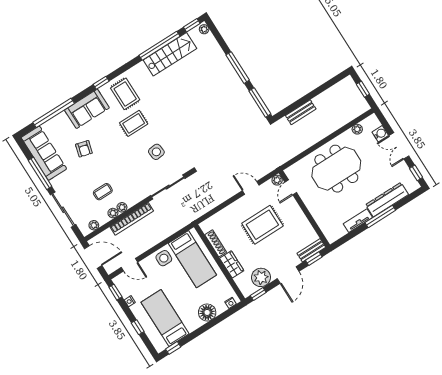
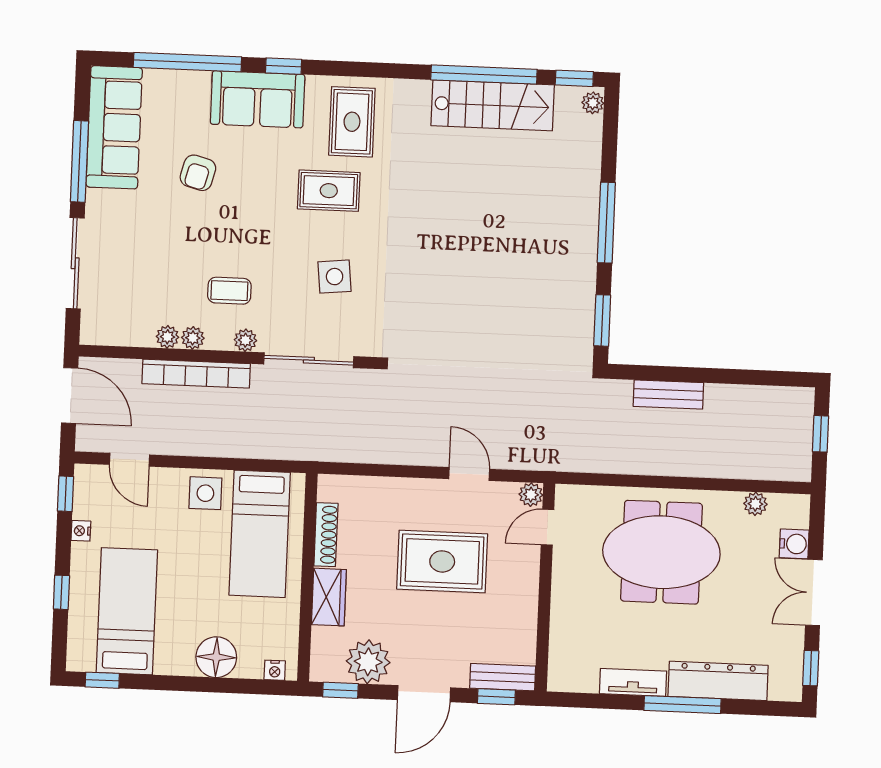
window: (101, 83) -> (284, 66), moved
window: (260, 102) -> (602, 320), width x0.69
coffee table: (103, 192) -> (229, 291), moved
plant: (94, 225) -> (245, 340), moved

